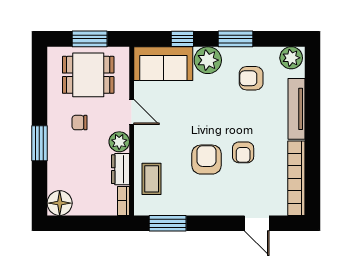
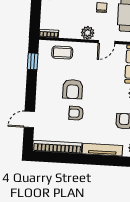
armchair: (206, 160) -> (73, 89), turned 90
dresser: (120, 169) -> (70, 33), removed
window: (168, 223) -> (33, 61), width x0.67

